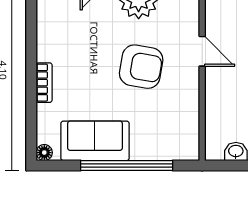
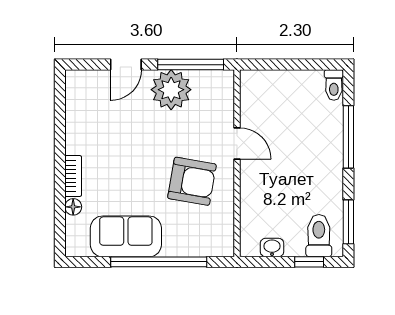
armchair: (141, 67) -> (192, 181), moved
floor lamp: (44, 153) -> (73, 207), moved

